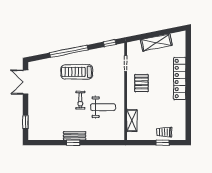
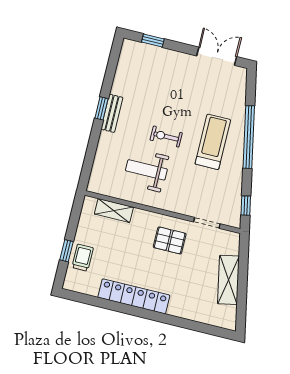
locker: (180, 79) -> (134, 296), moved
weight bench: (103, 107) -> (146, 170), turned 90

